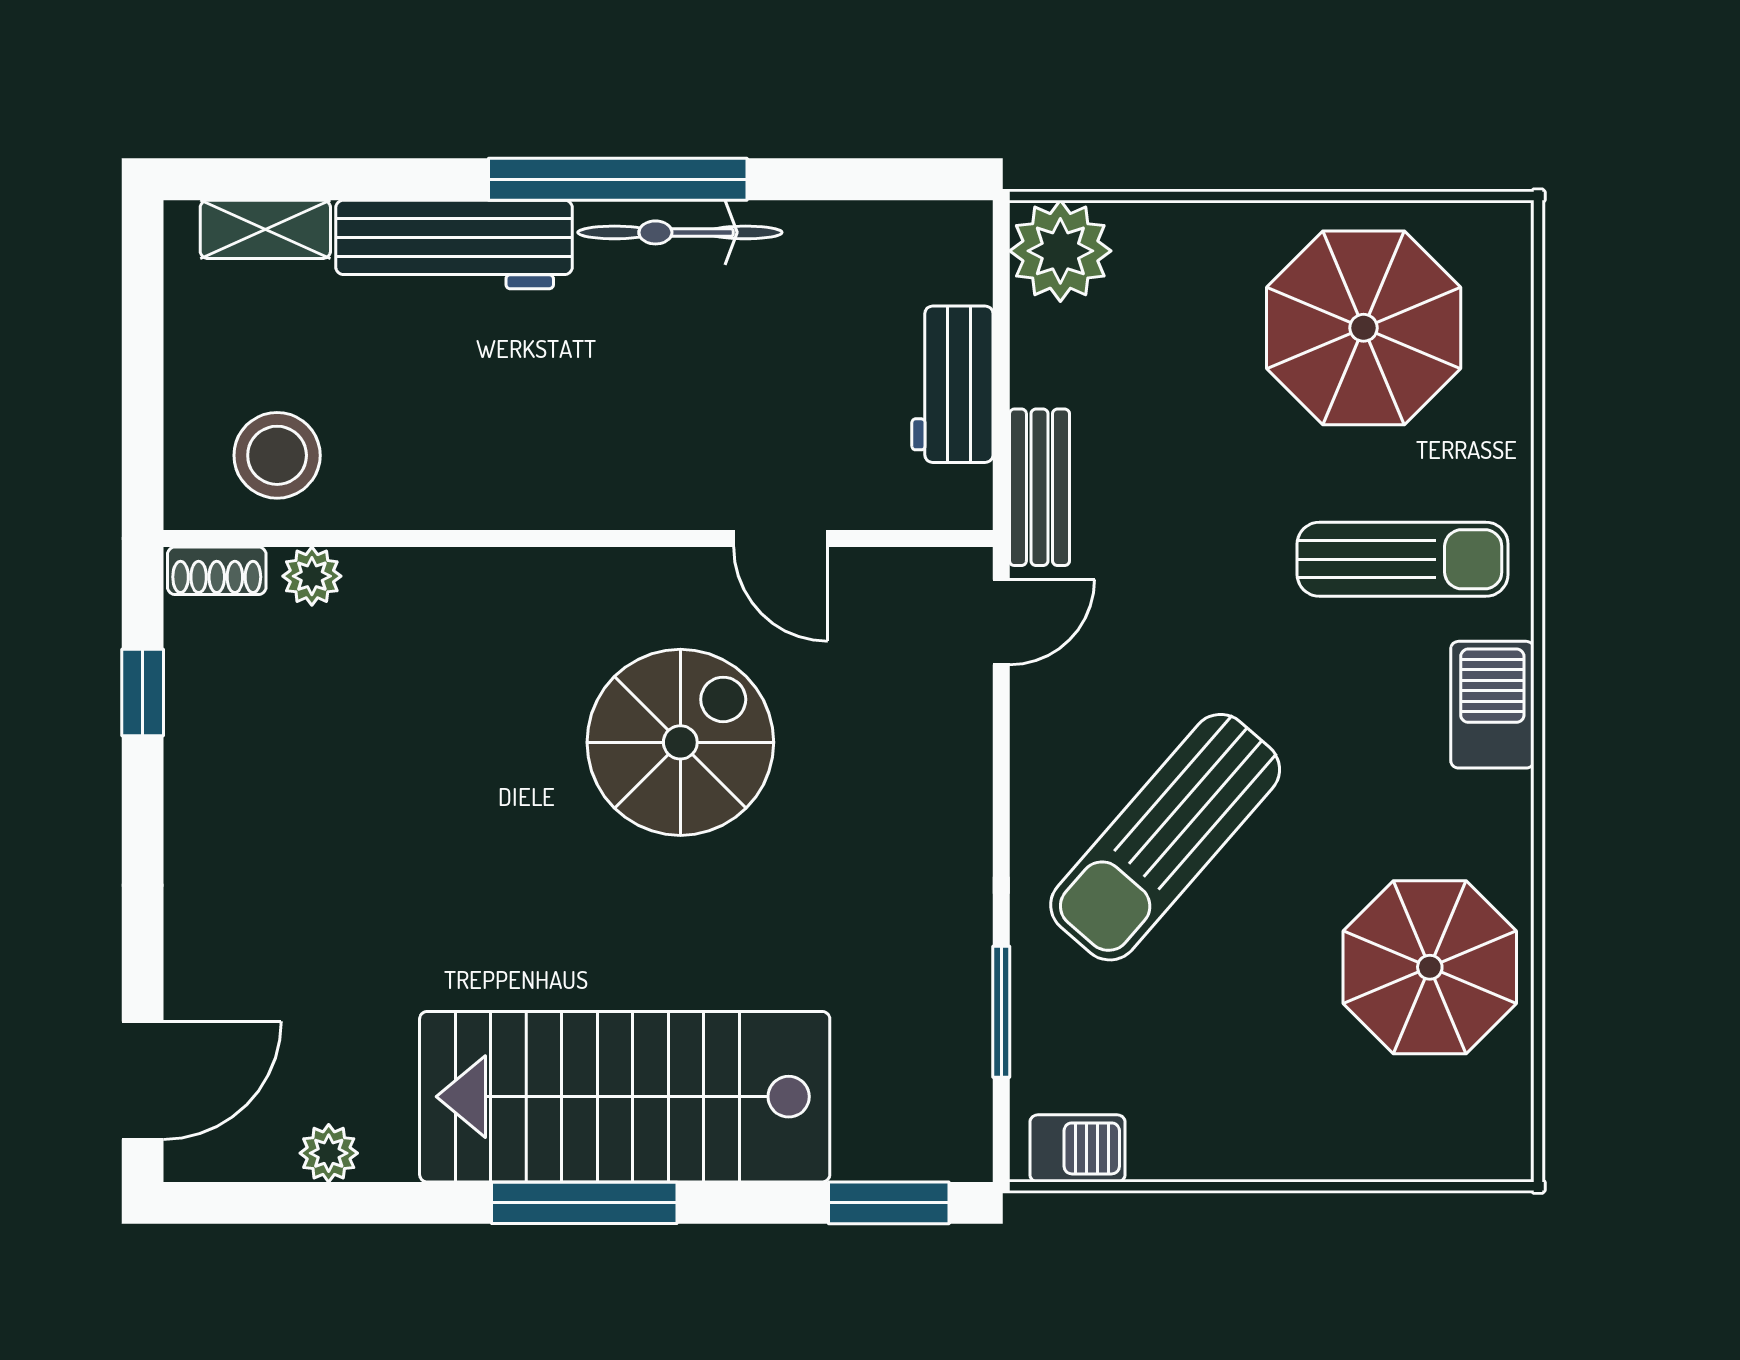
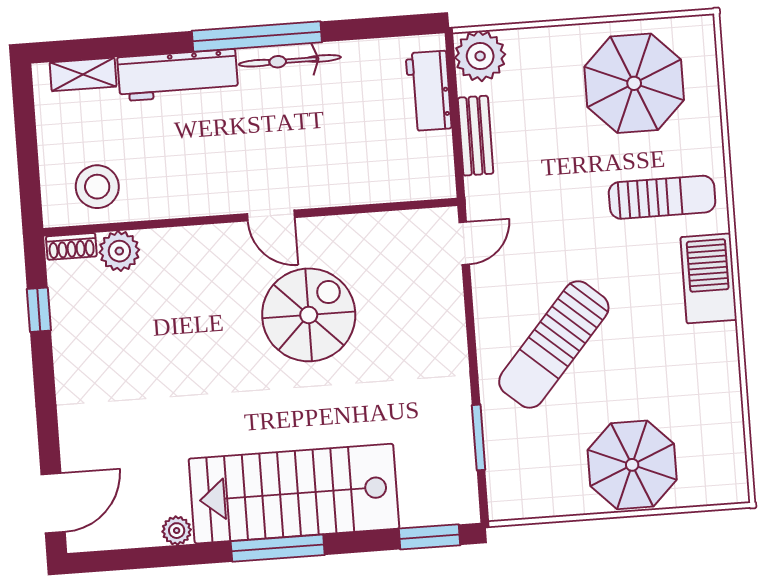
workbench: (952, 384) -> (429, 91), moved
bench: (1039, 487) -> (476, 136), moved
door: (781, 539) -> (271, 216), moved
plant: (312, 576) -> (119, 251), width x1.38, depth x1.38
barbecue: (1492, 705) -> (709, 278), width x1.37, depth x1.21
parasol: (1430, 967) -> (632, 465), moved
barbecue: (1078, 1148) -> (522, 503), removed
plant: (329, 1153) -> (177, 531), moved

